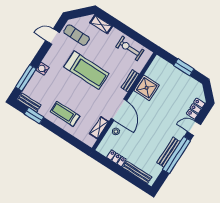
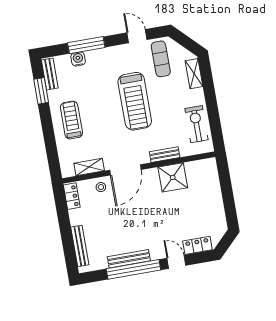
window: (184, 67) -> (228, 196), removed
water cooler: (42, 69) -> (78, 59), moved
window: (26, 78) -> (86, 45), moved
locker: (116, 158) -> (72, 196), moved

